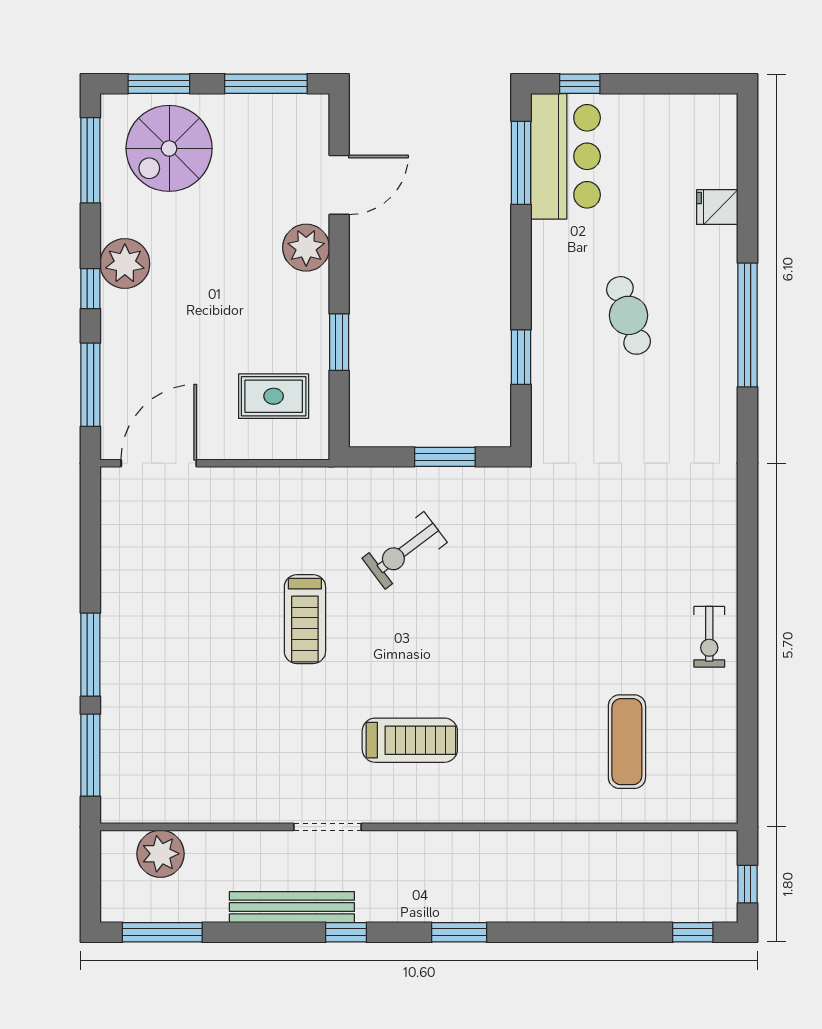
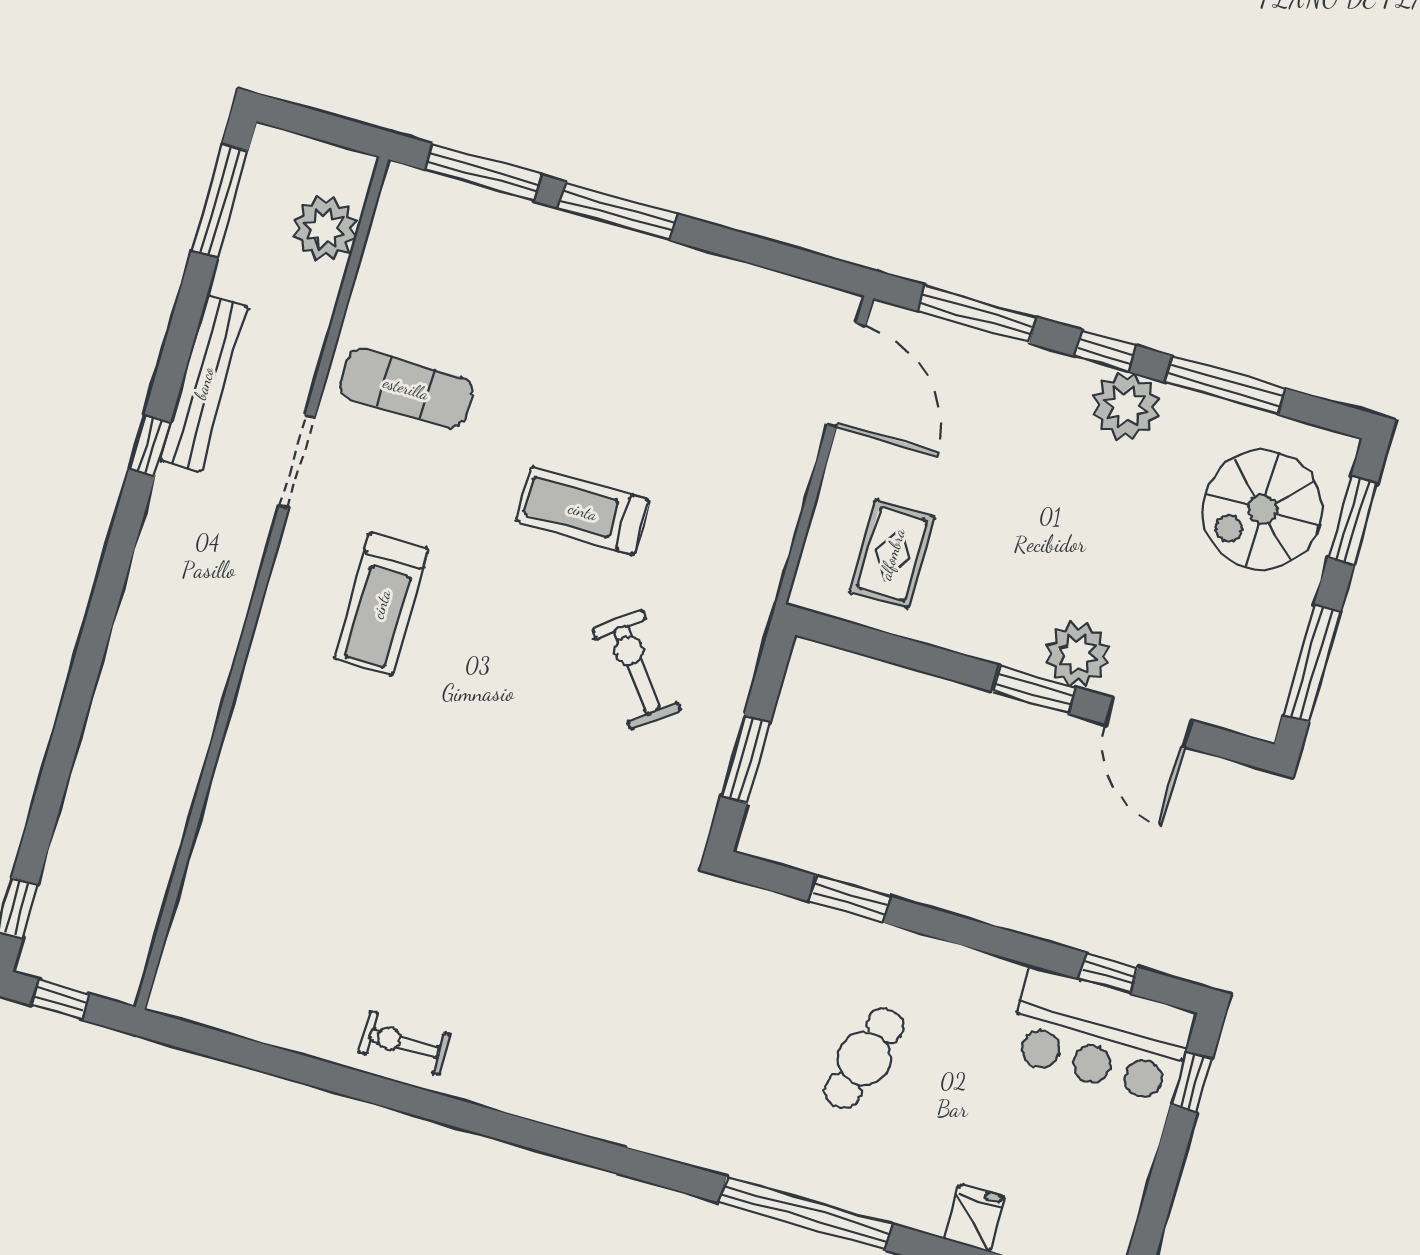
spiral stairs: (169, 148) -> (1262, 509), turned -90
window: (90, 160) -> (1225, 385), moved
window: (521, 163) -> (1109, 973), width x0.46
cafe table: (628, 315) -> (864, 1058), turned -55
window: (339, 342) -> (1034, 690), moved
exercise mat: (627, 742) -> (406, 388), moved
window: (459, 932) -> (106, 597), removed

